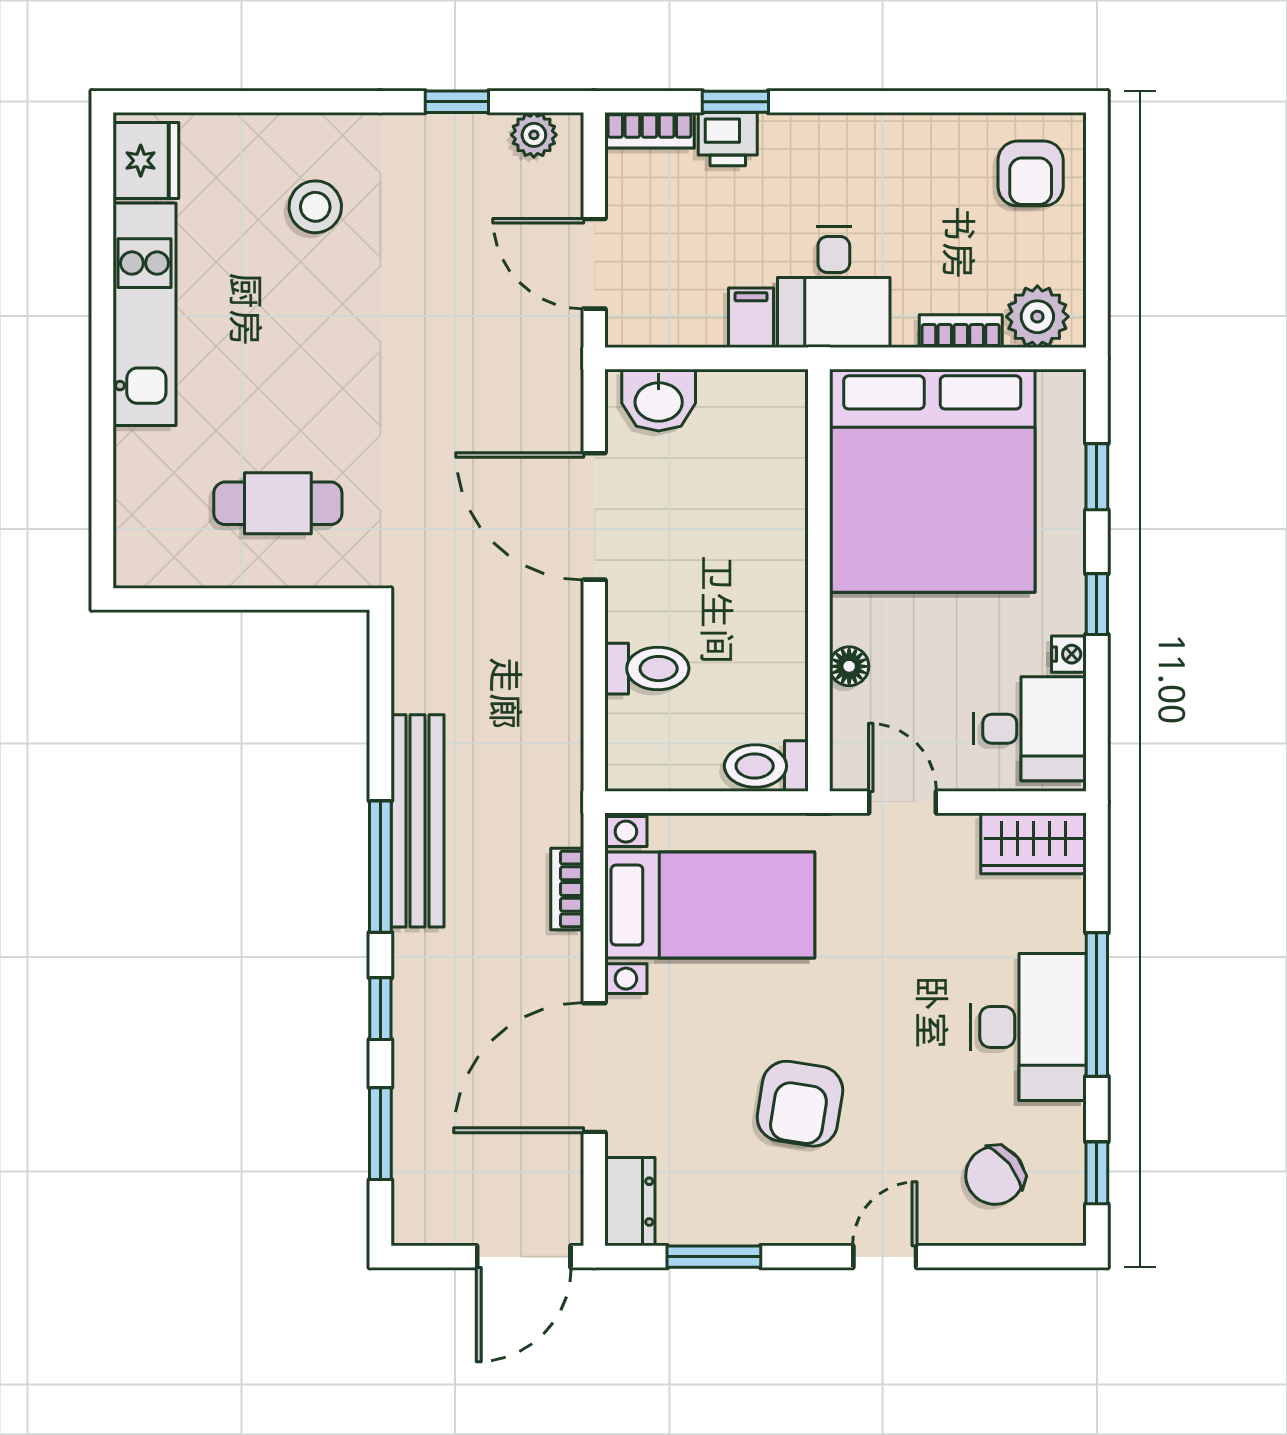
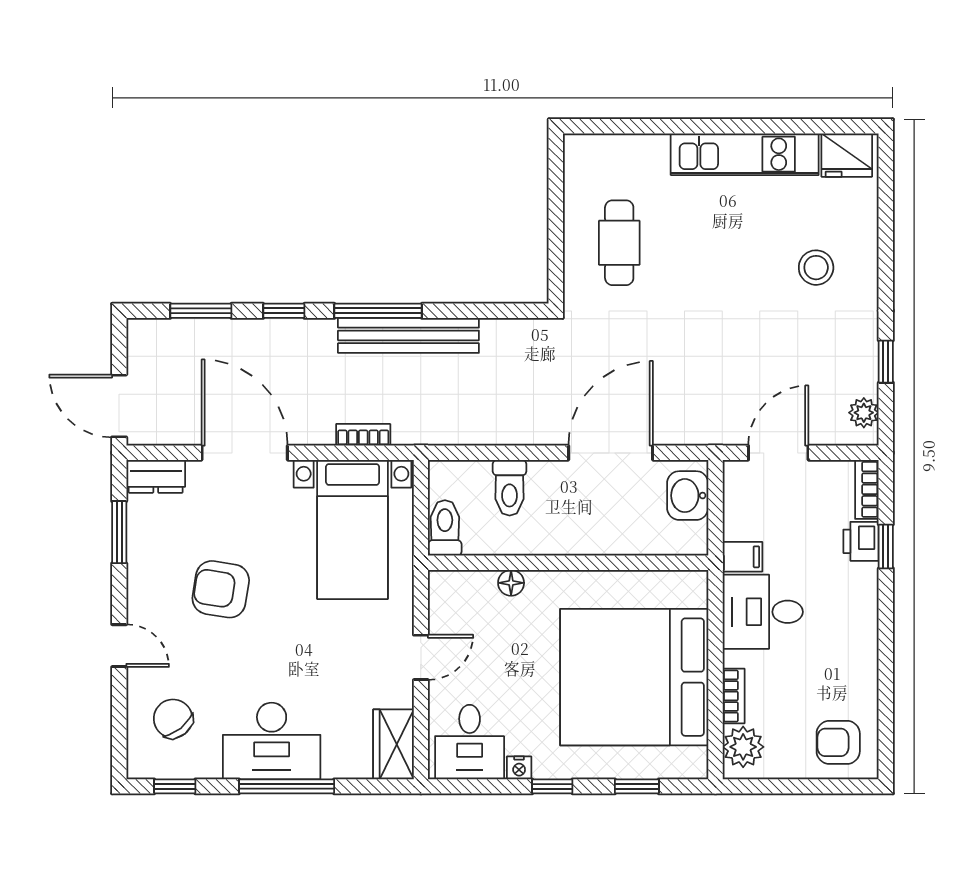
wall: (819, 580) -> (568, 563), moved
floor lamp: (849, 666) -> (511, 583), moved
toilet: (766, 766) -> (445, 528), moved

